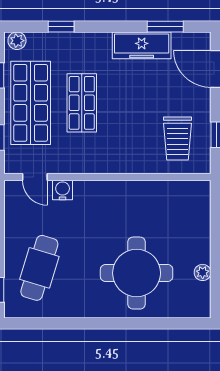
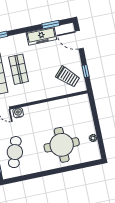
trolley: (177, 139) -> (68, 77), turned -46

